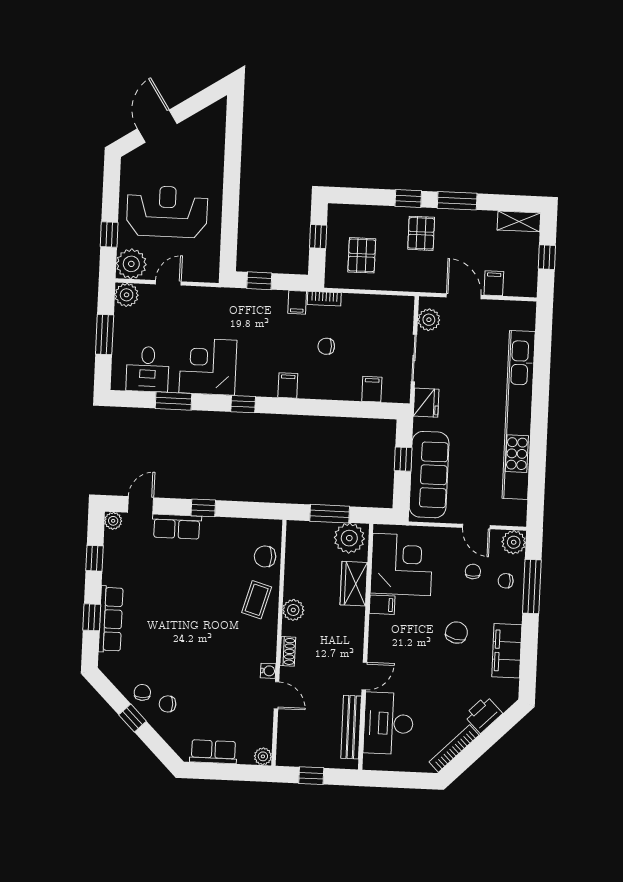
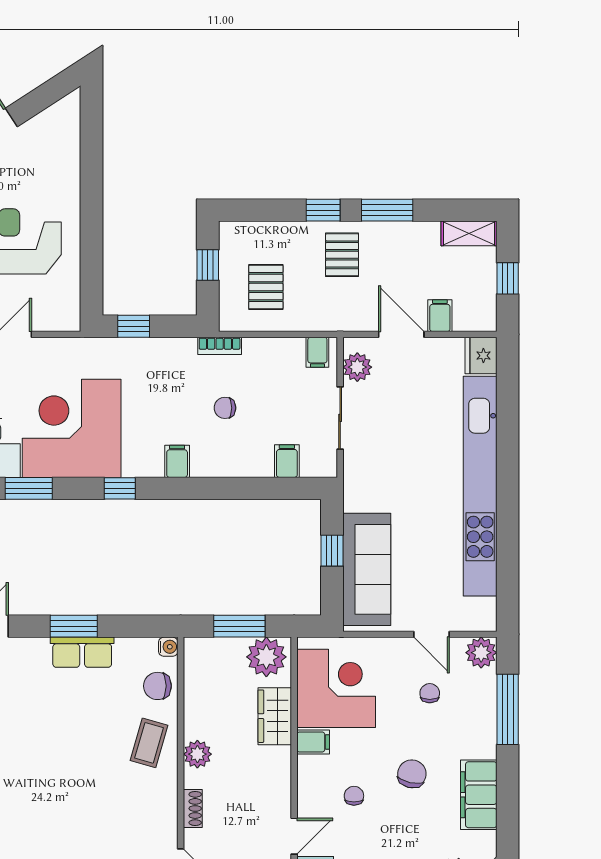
filing cabinet: (297, 302) -> (317, 352), moved
corner desk: (208, 367) -> (72, 428), width x1.36, depth x1.36
fridge: (426, 403) -> (481, 356), moved, turned 180
window: (203, 508) -> (74, 626), width x1.50
row of seats: (177, 527) -> (82, 652), moved
chair: (506, 581) -> (354, 796), moved, turned 90
water cooler: (268, 671) -> (168, 647), moved

